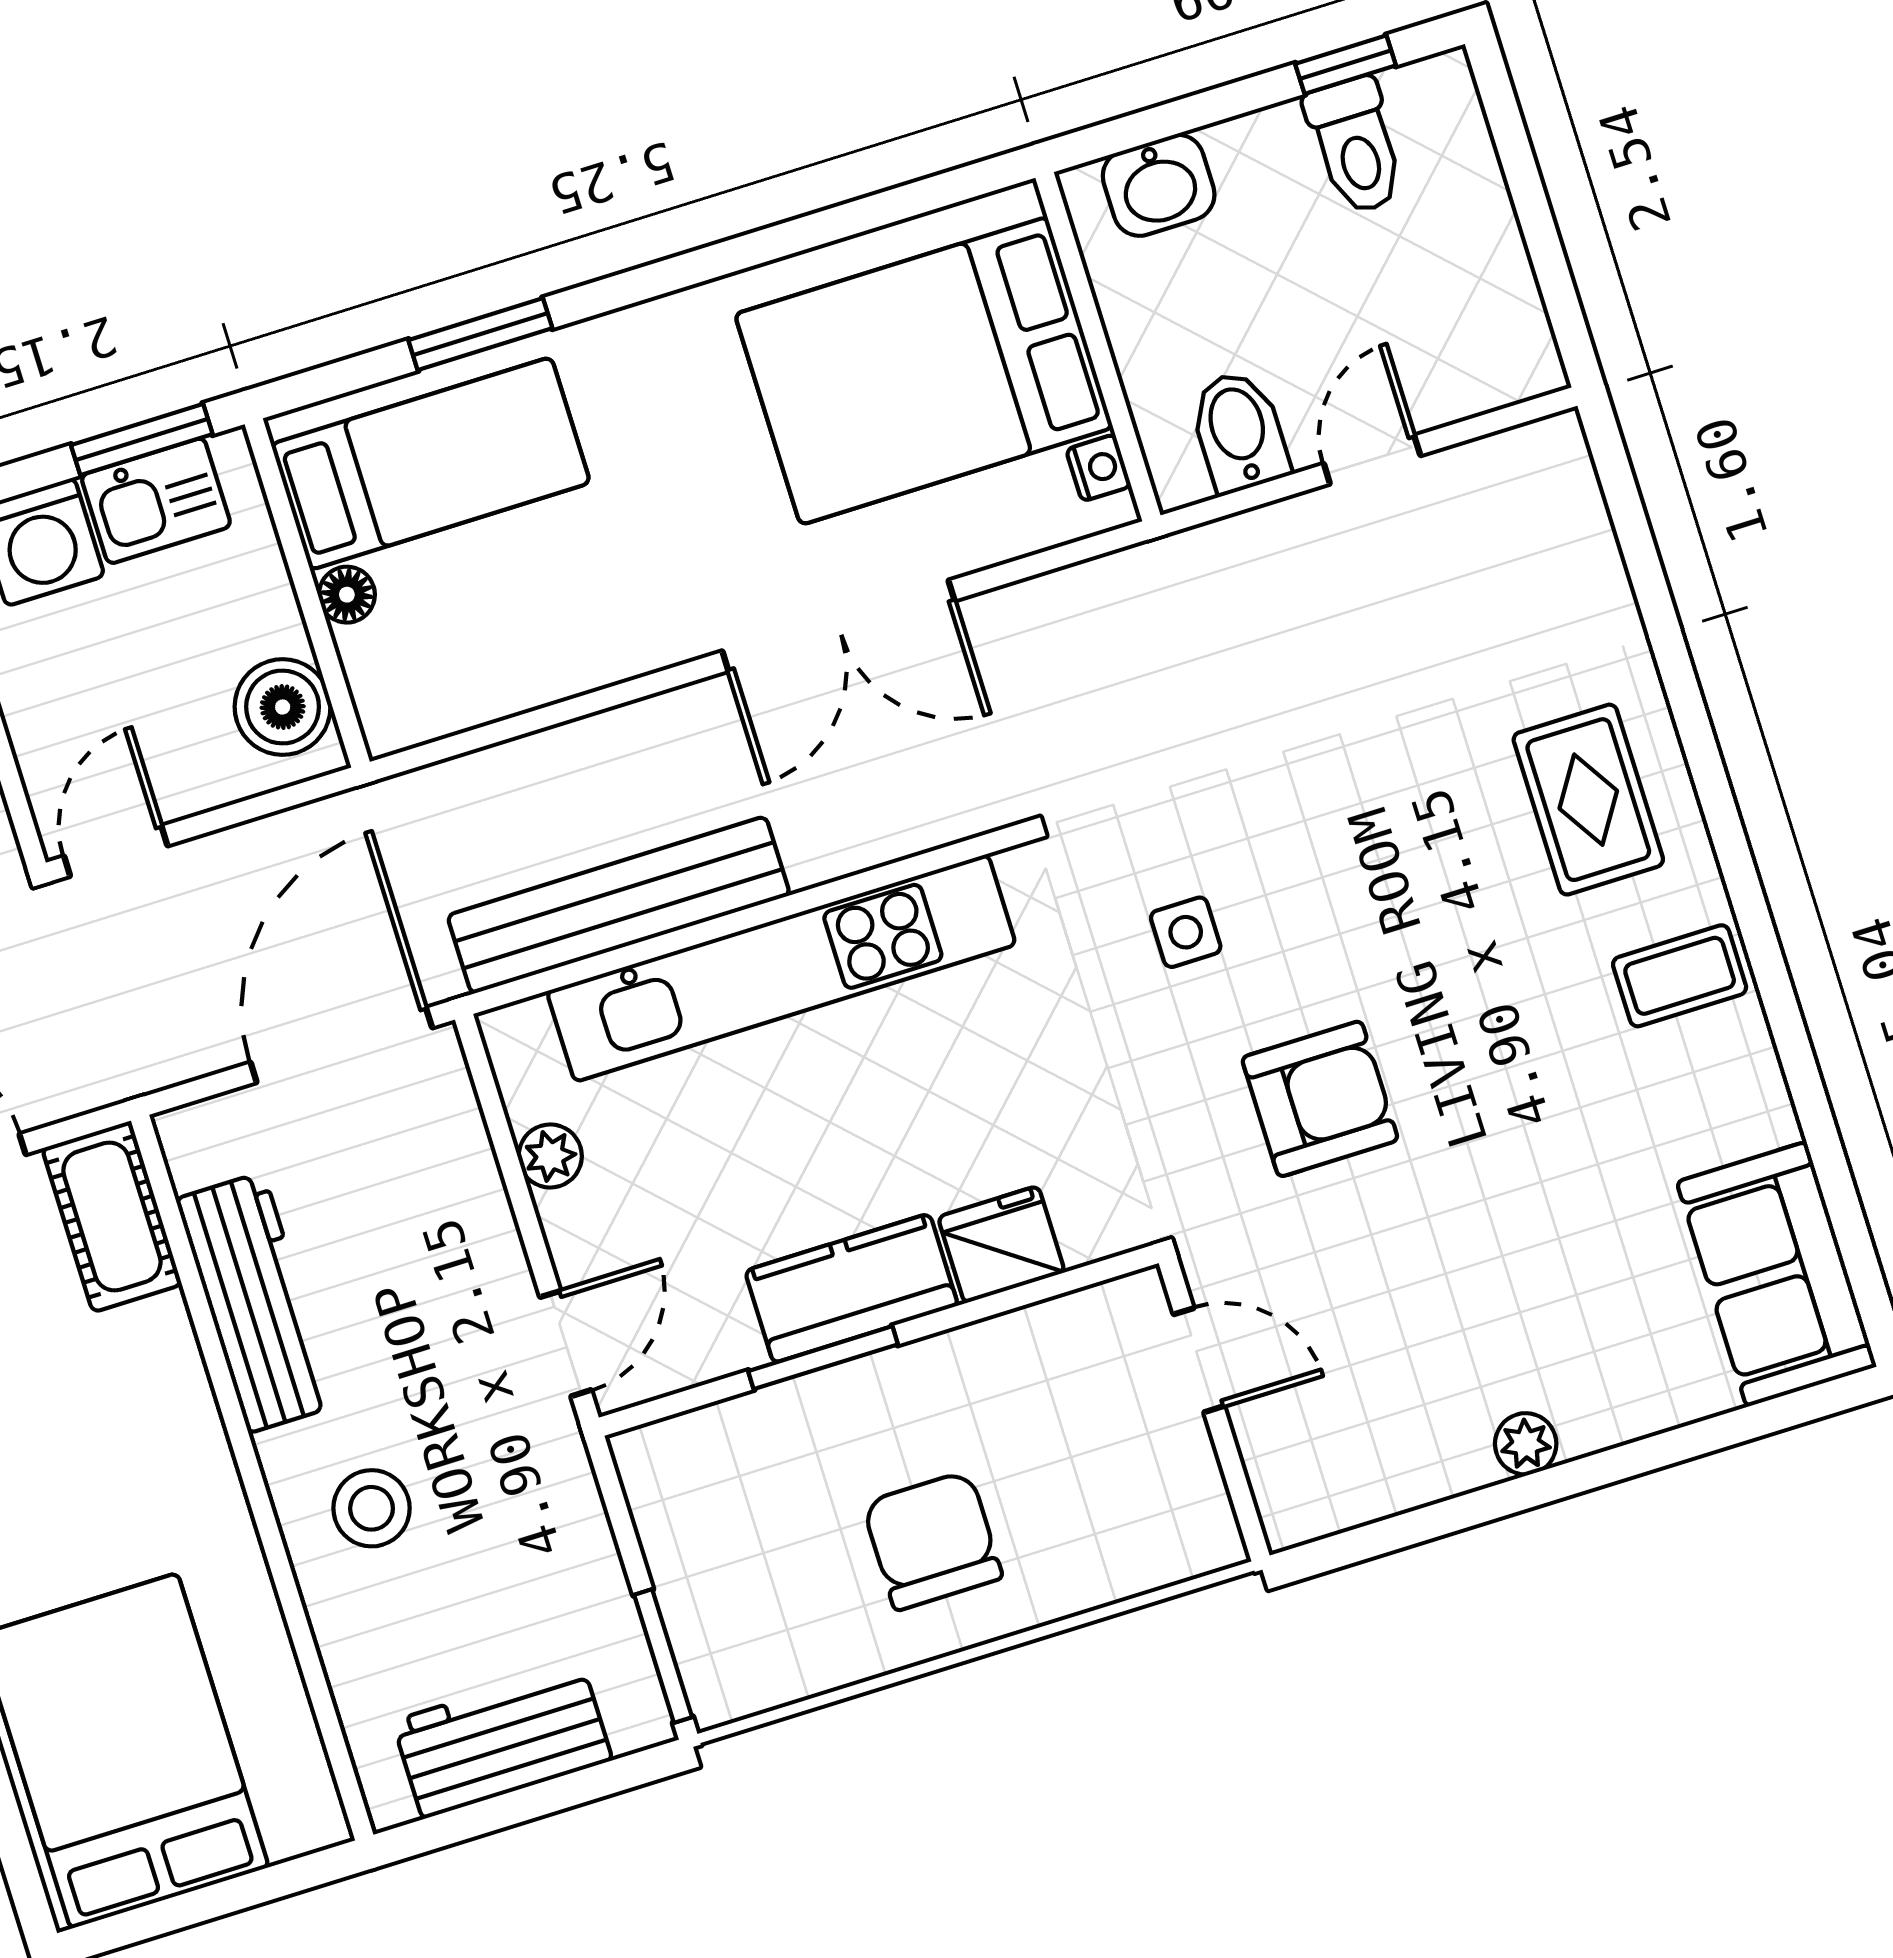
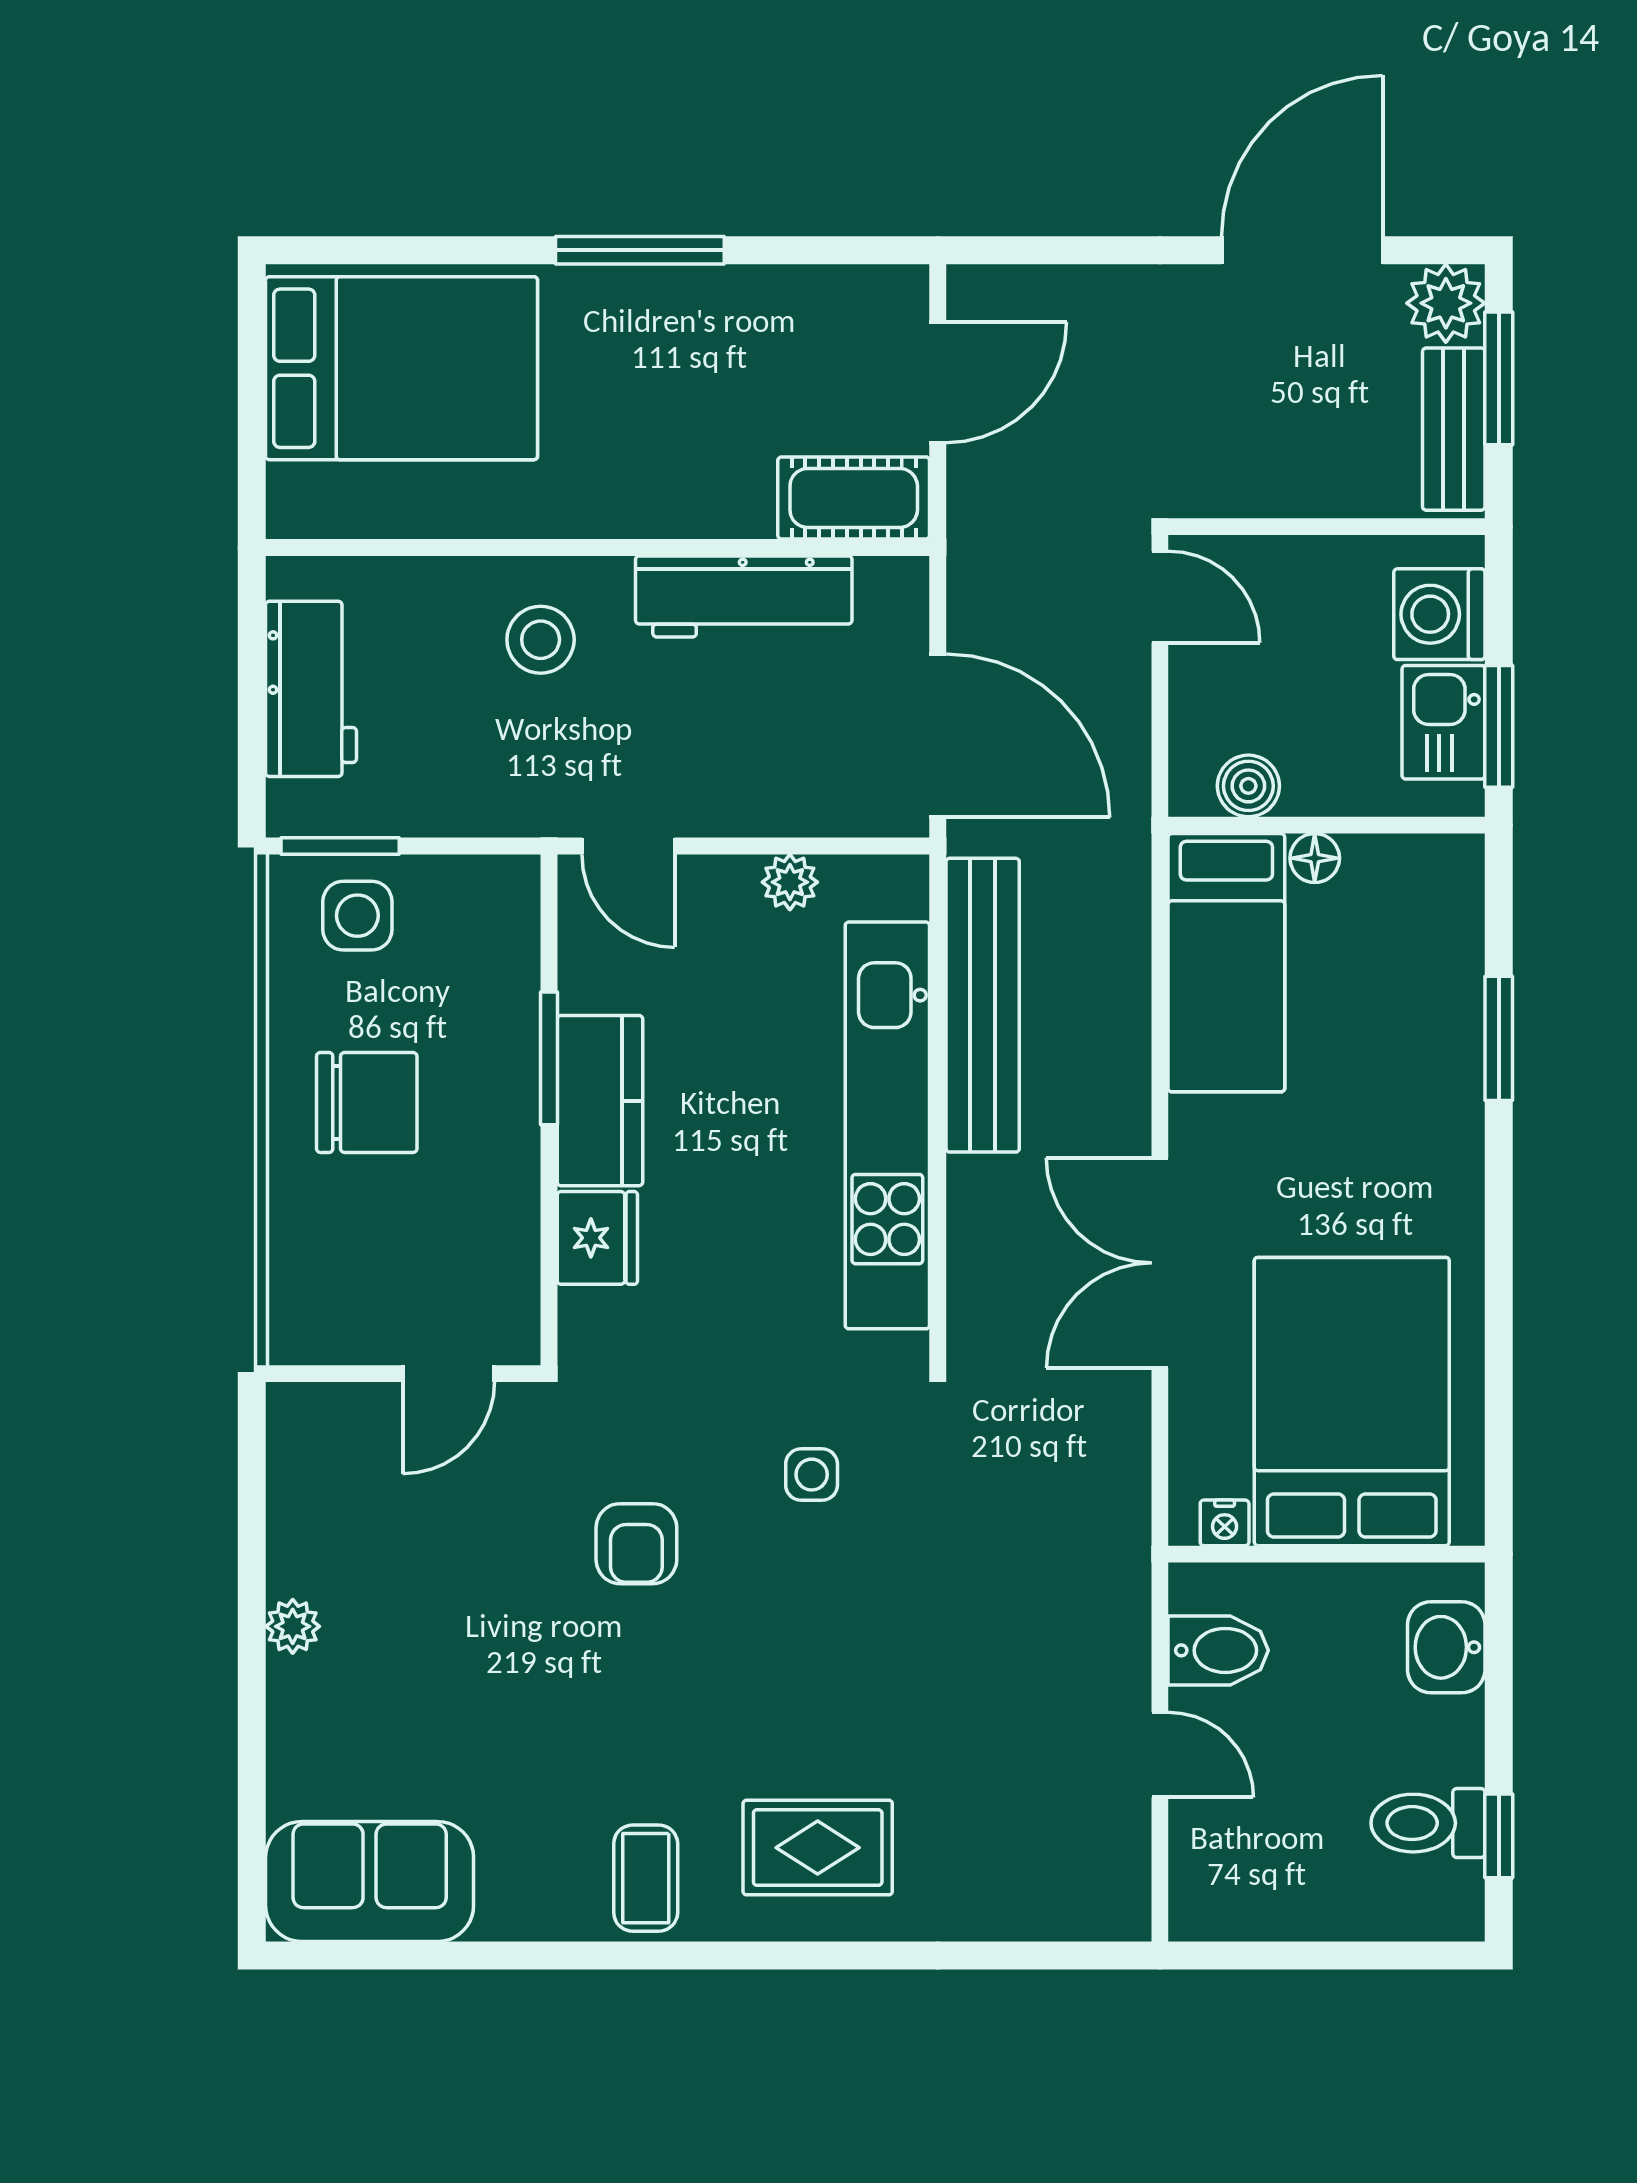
bed: (431, 463) -> (1226, 963), moved
boiler: (283, 707) -> (1248, 786), width x0.73, depth x0.73
armchair: (1320, 1099) -> (636, 1544), width x0.72, depth x0.72
side table: (733, 1614) -> (357, 916), added

